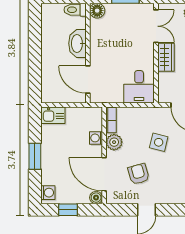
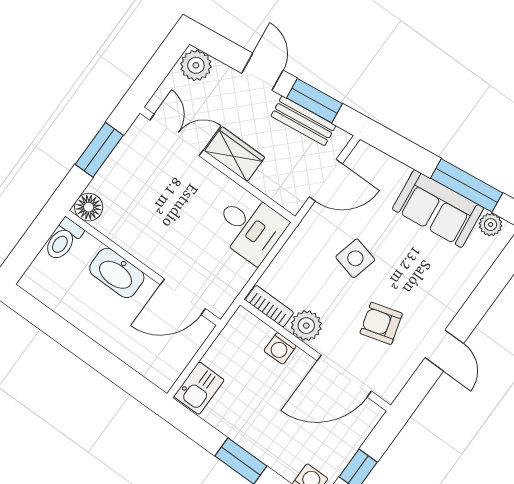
boiler: (96, 198) -> (370, 414), removed

